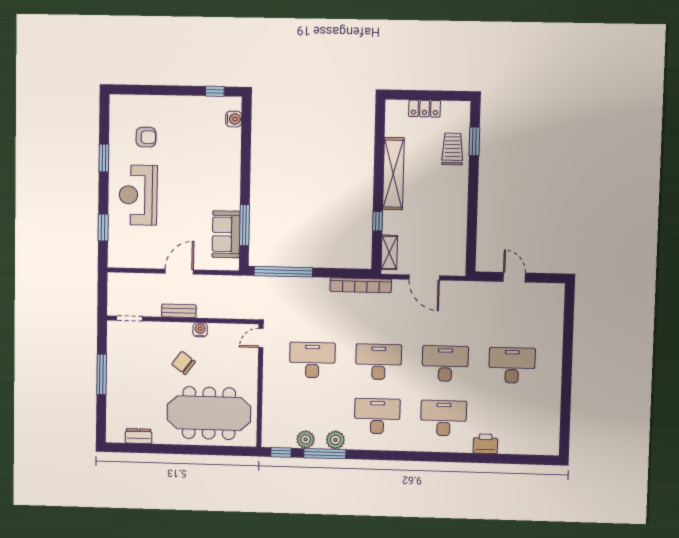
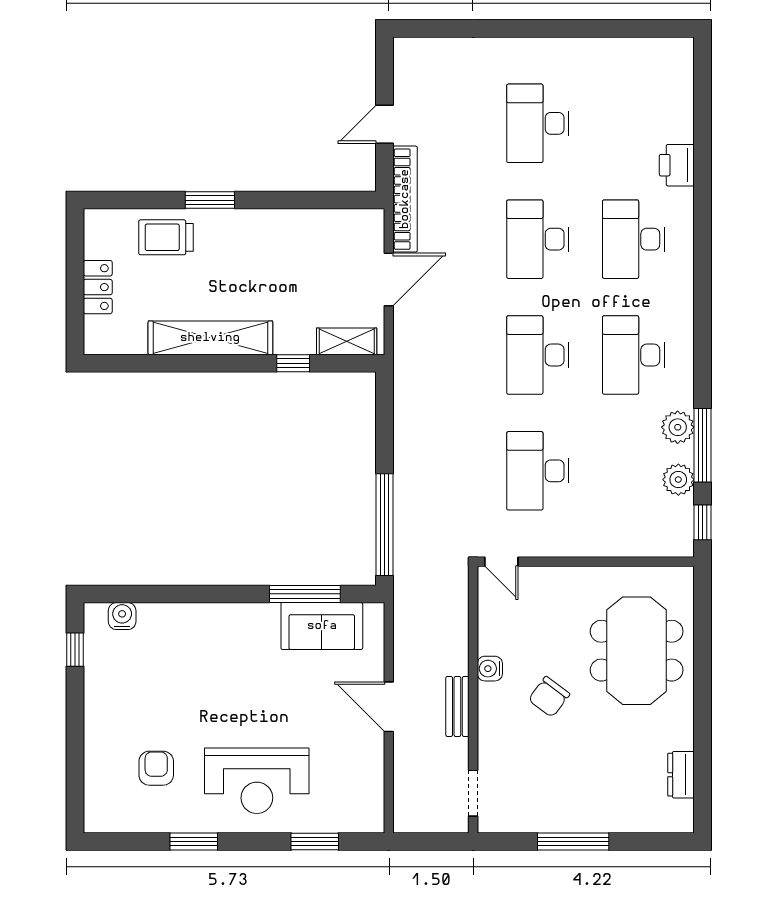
window: (474, 141) -> (210, 200), moved
bookcase: (361, 285) -> (405, 199), moved
meeting table: (209, 413) -> (637, 651), width x0.73

